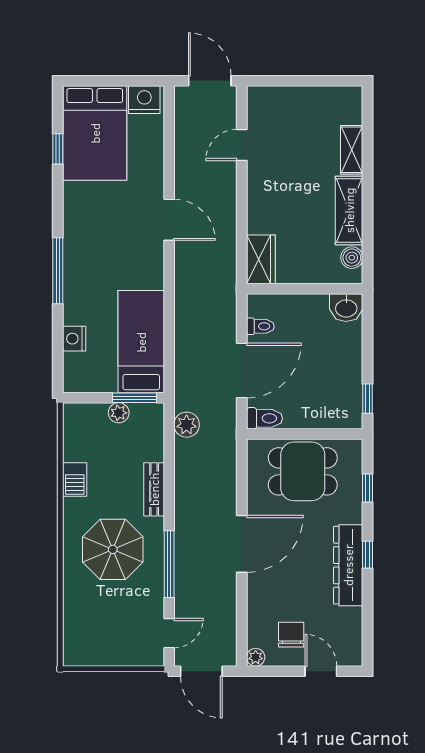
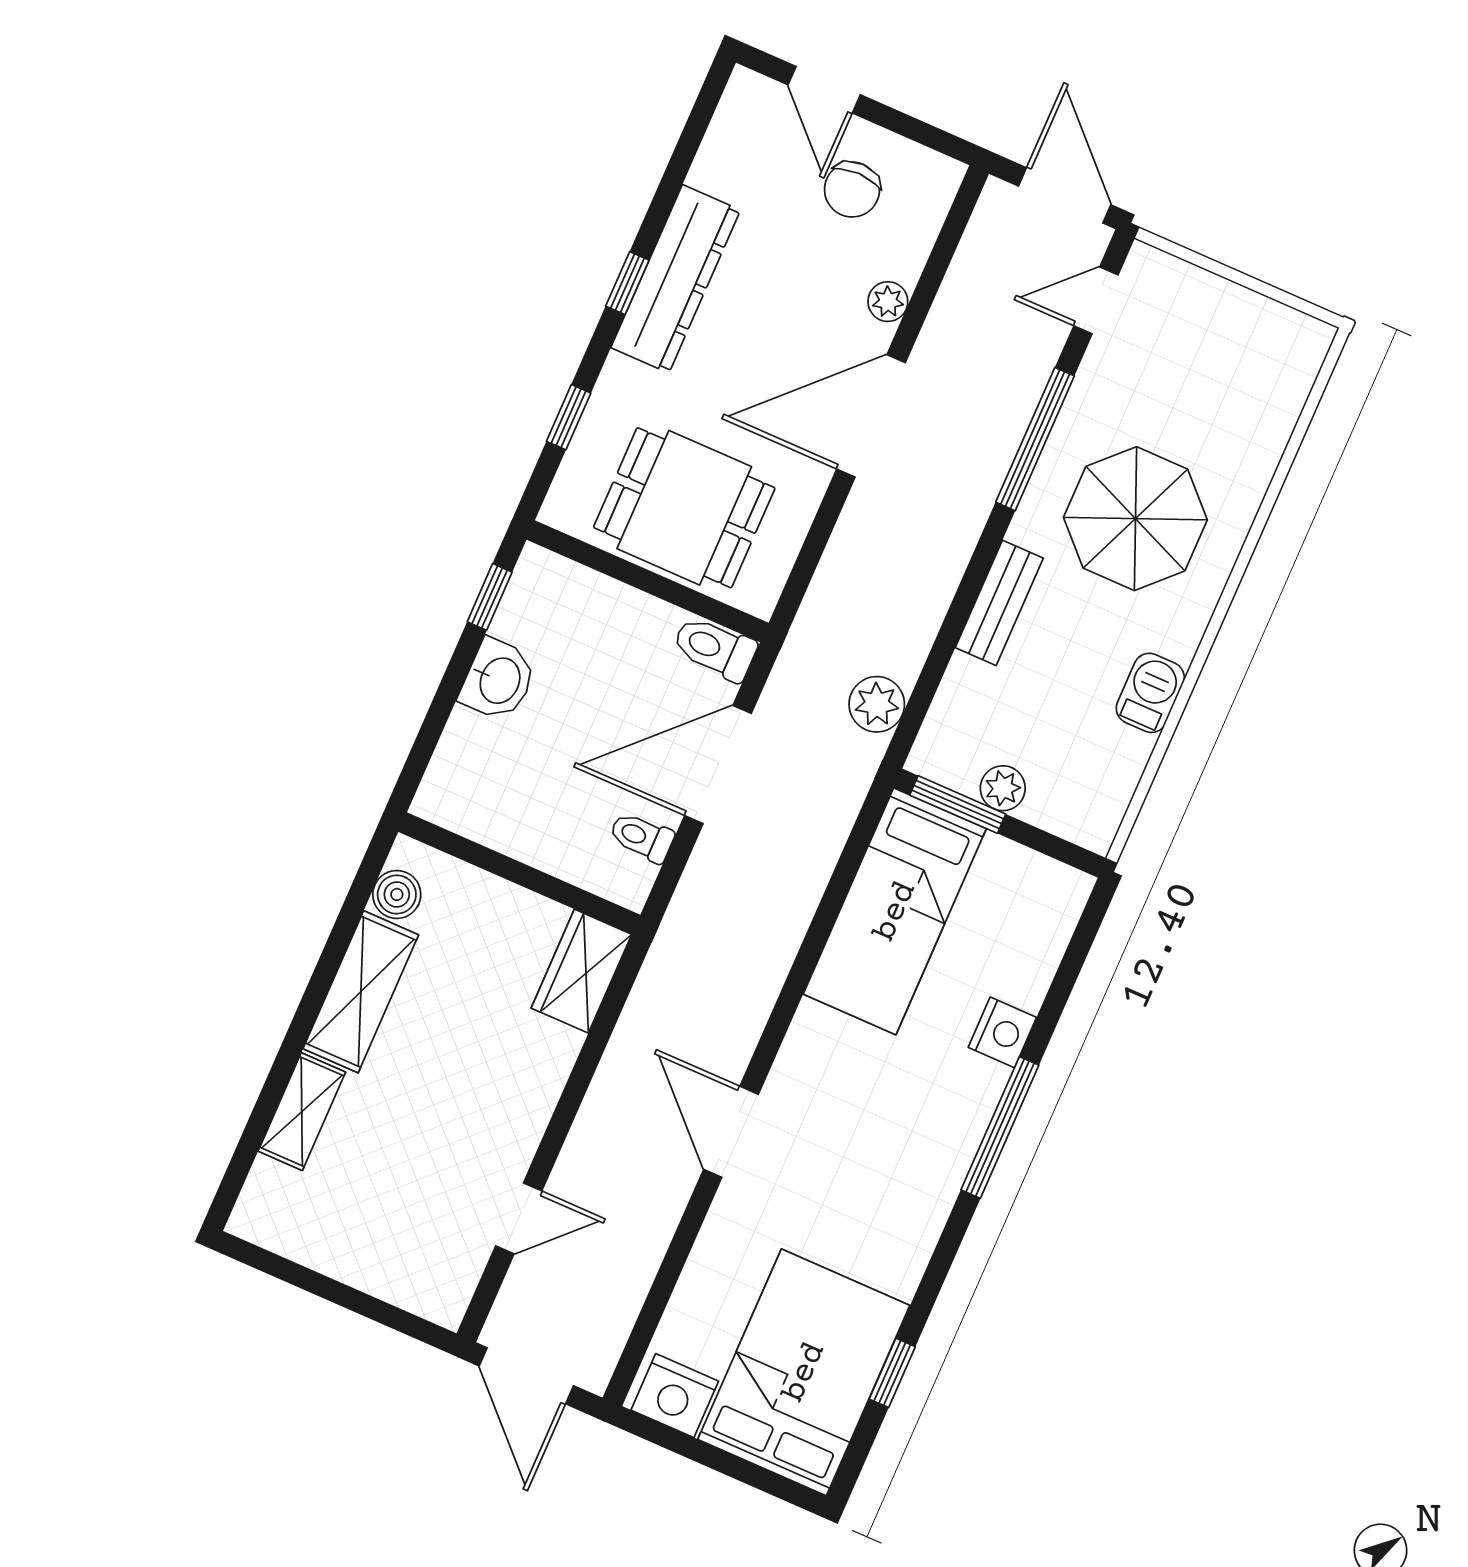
washbasin: (346, 308) -> (498, 680), moved, turned 90
nightstand: (74, 339) -> (1002, 1032), moved
plant: (256, 657) -> (888, 302), moved

